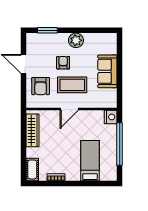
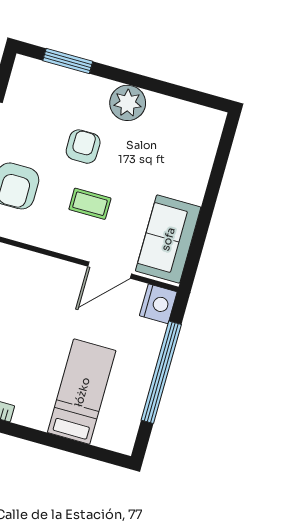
sofa: (107, 71) -> (168, 239), moved
coffee table: (72, 85) -> (90, 204), width x0.54, depth x0.58
door: (69, 109) -> (110, 270), moved

